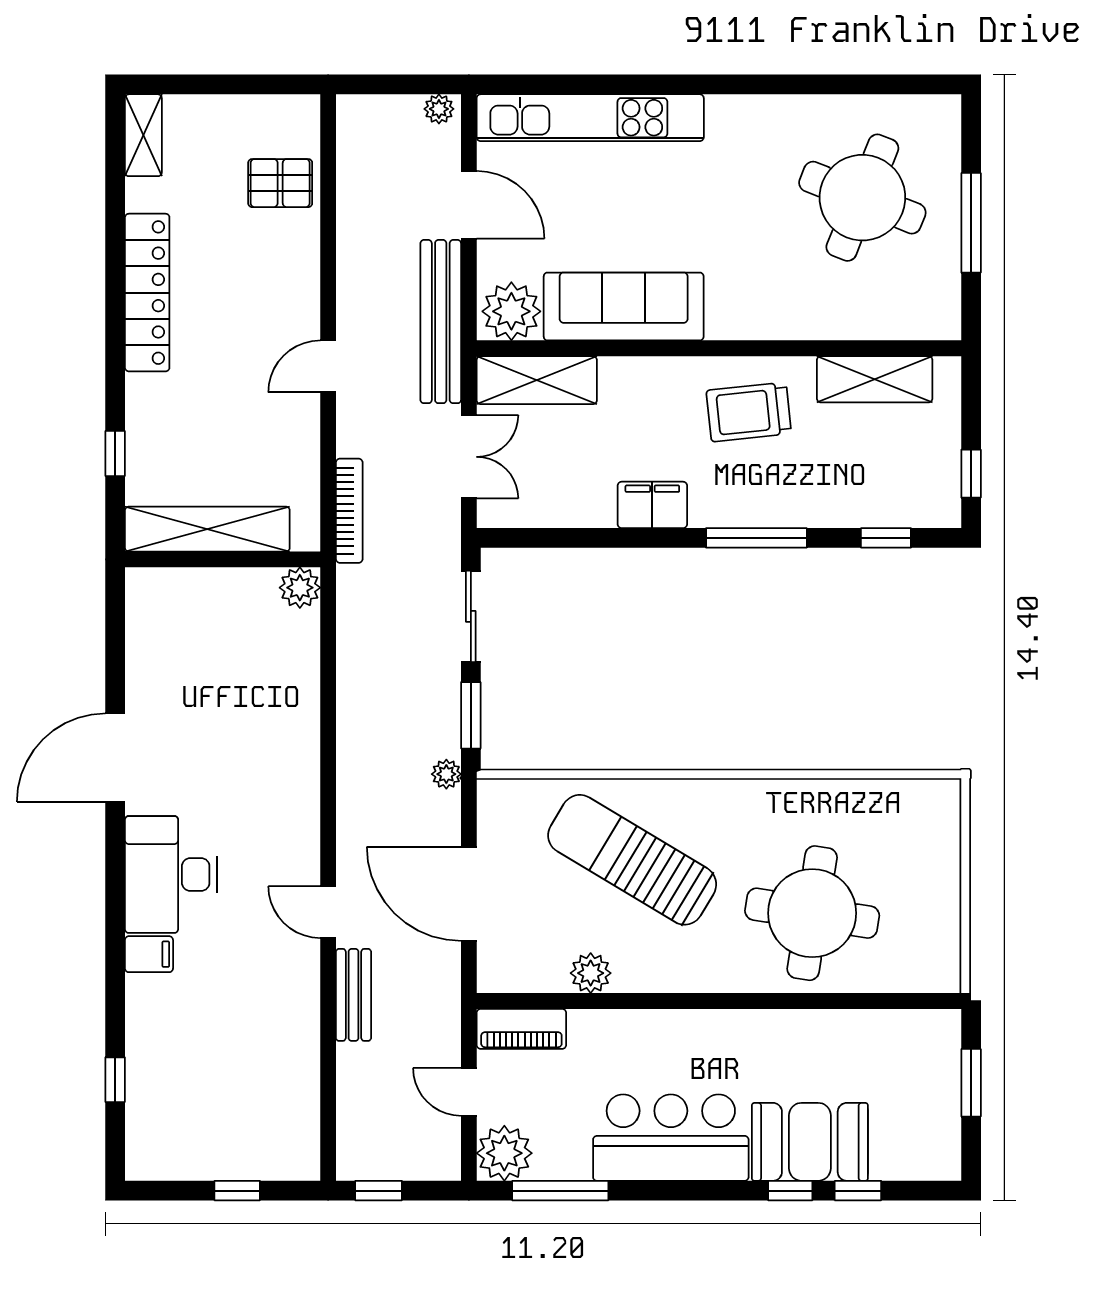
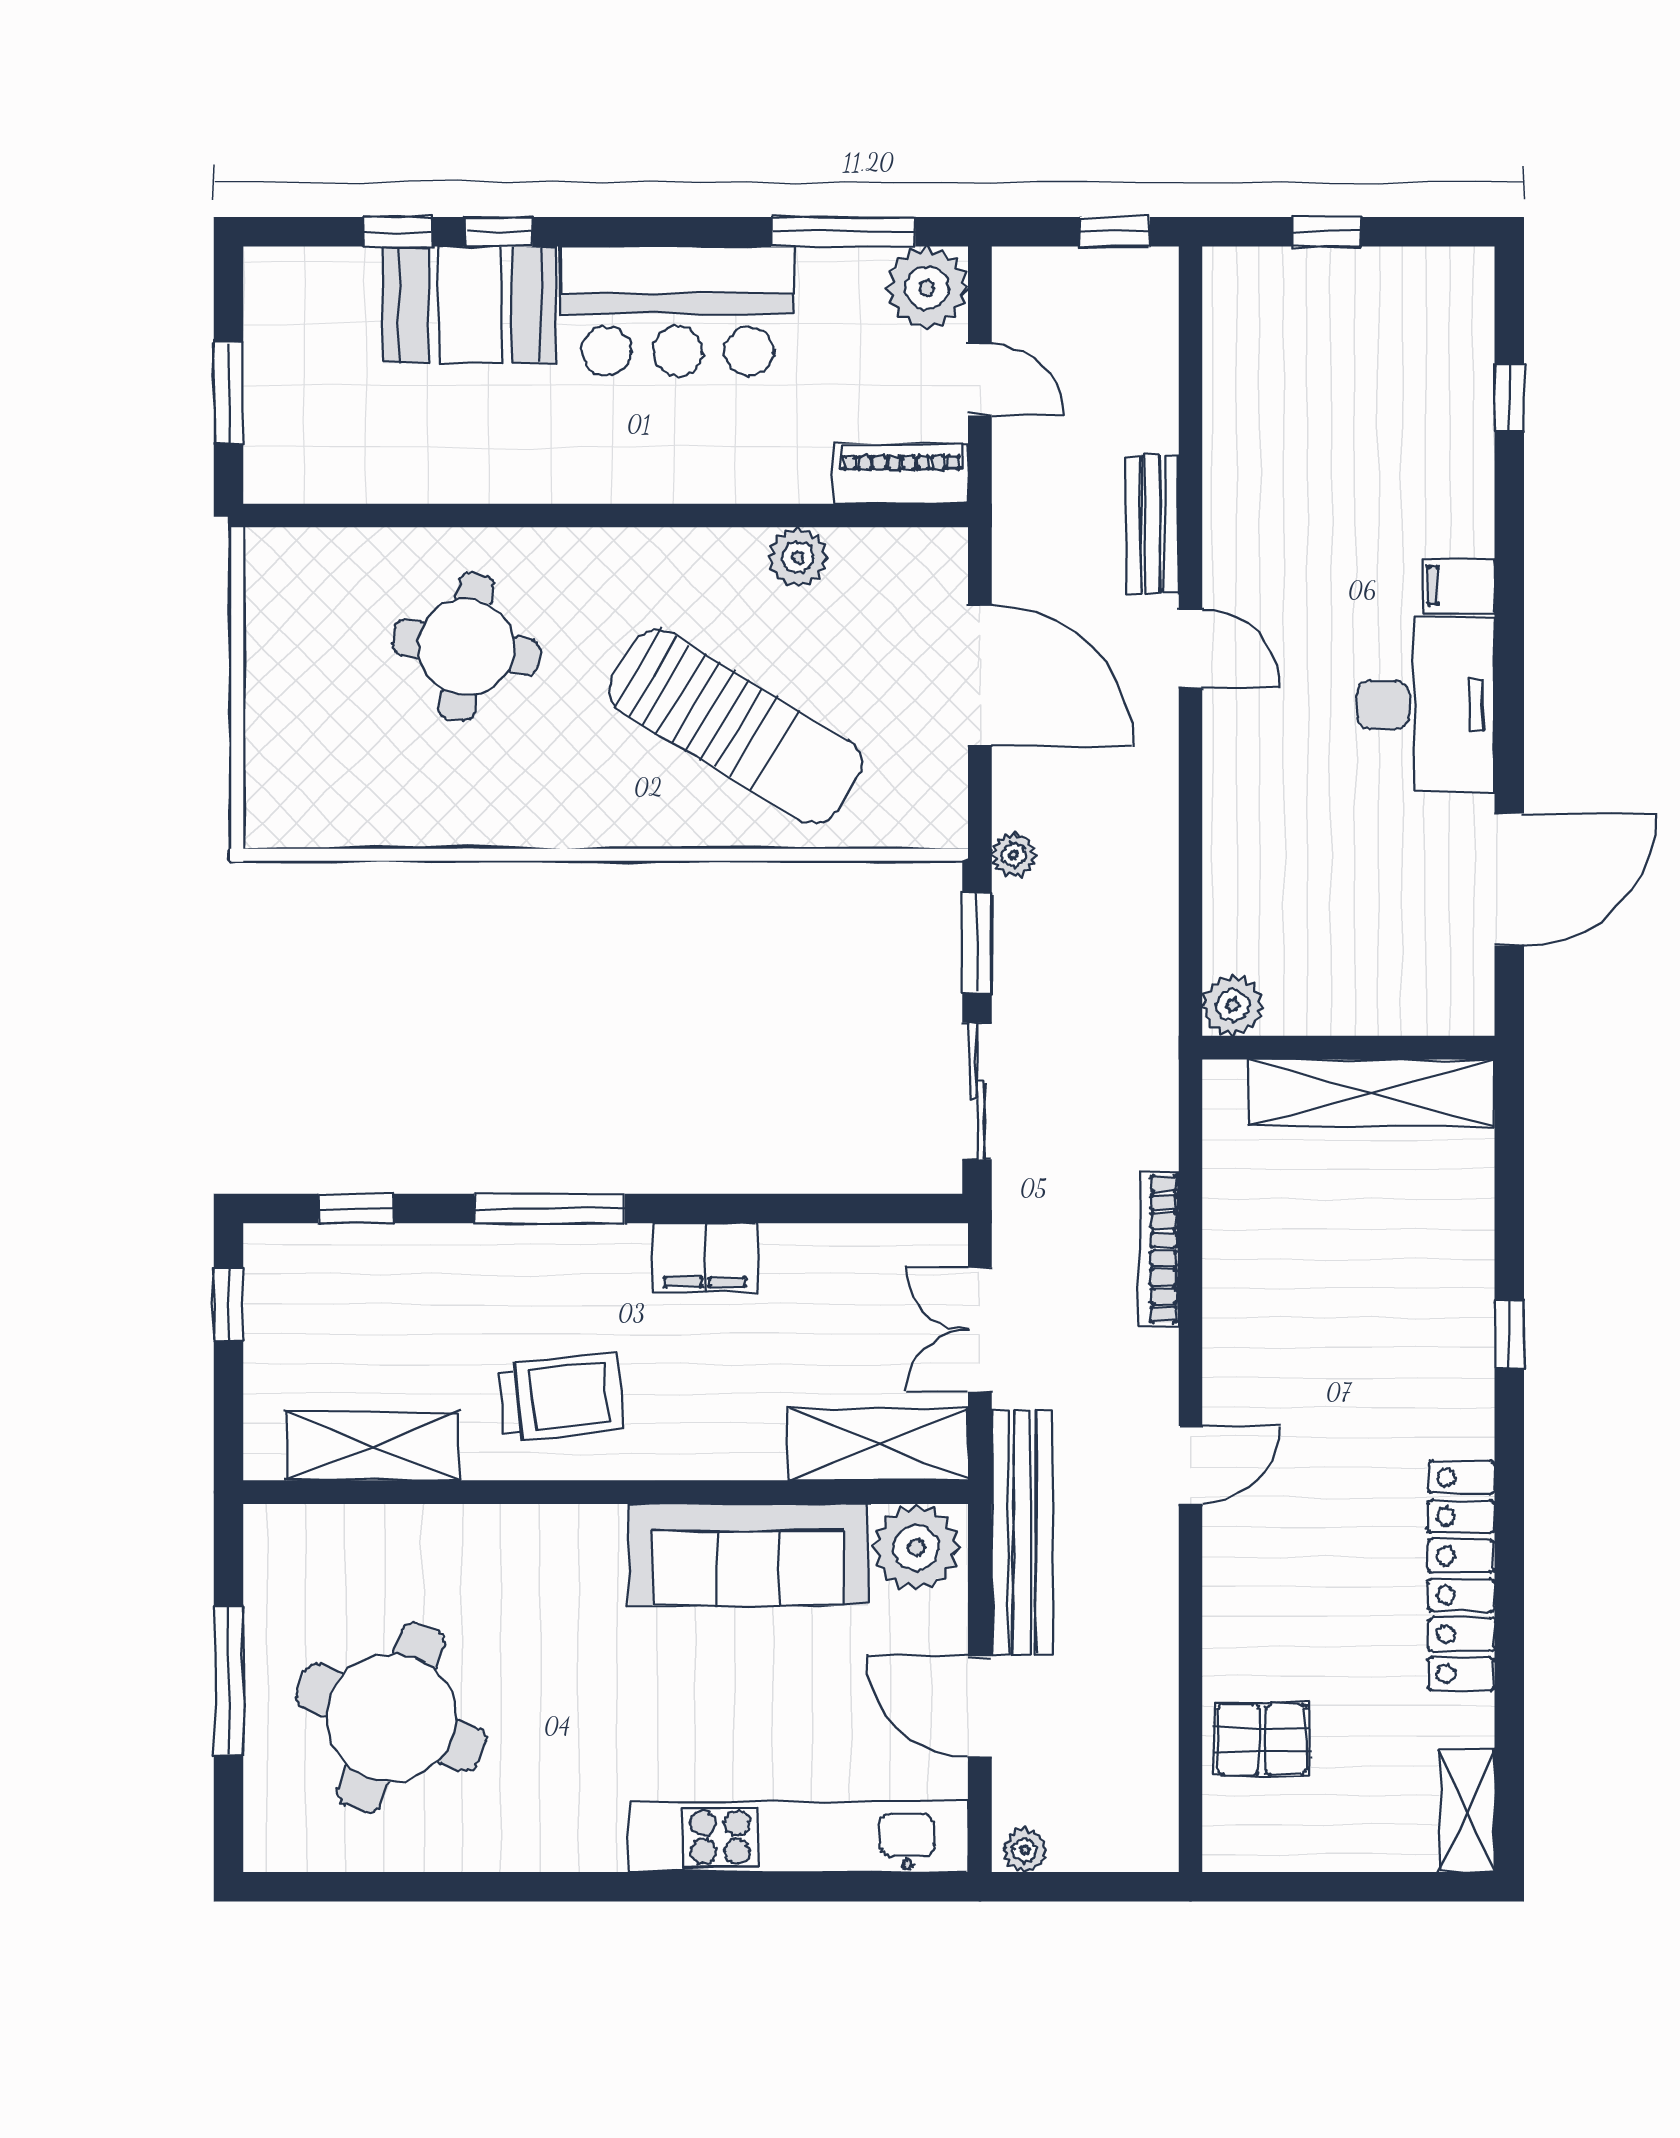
shelving: (207, 529) -> (1371, 1093), moved
wall: (223, 559) -> (1348, 1048), moved
plant: (300, 588) -> (1233, 1005), moved
round table: (812, 913) -> (466, 647), width x0.73, depth x0.73

